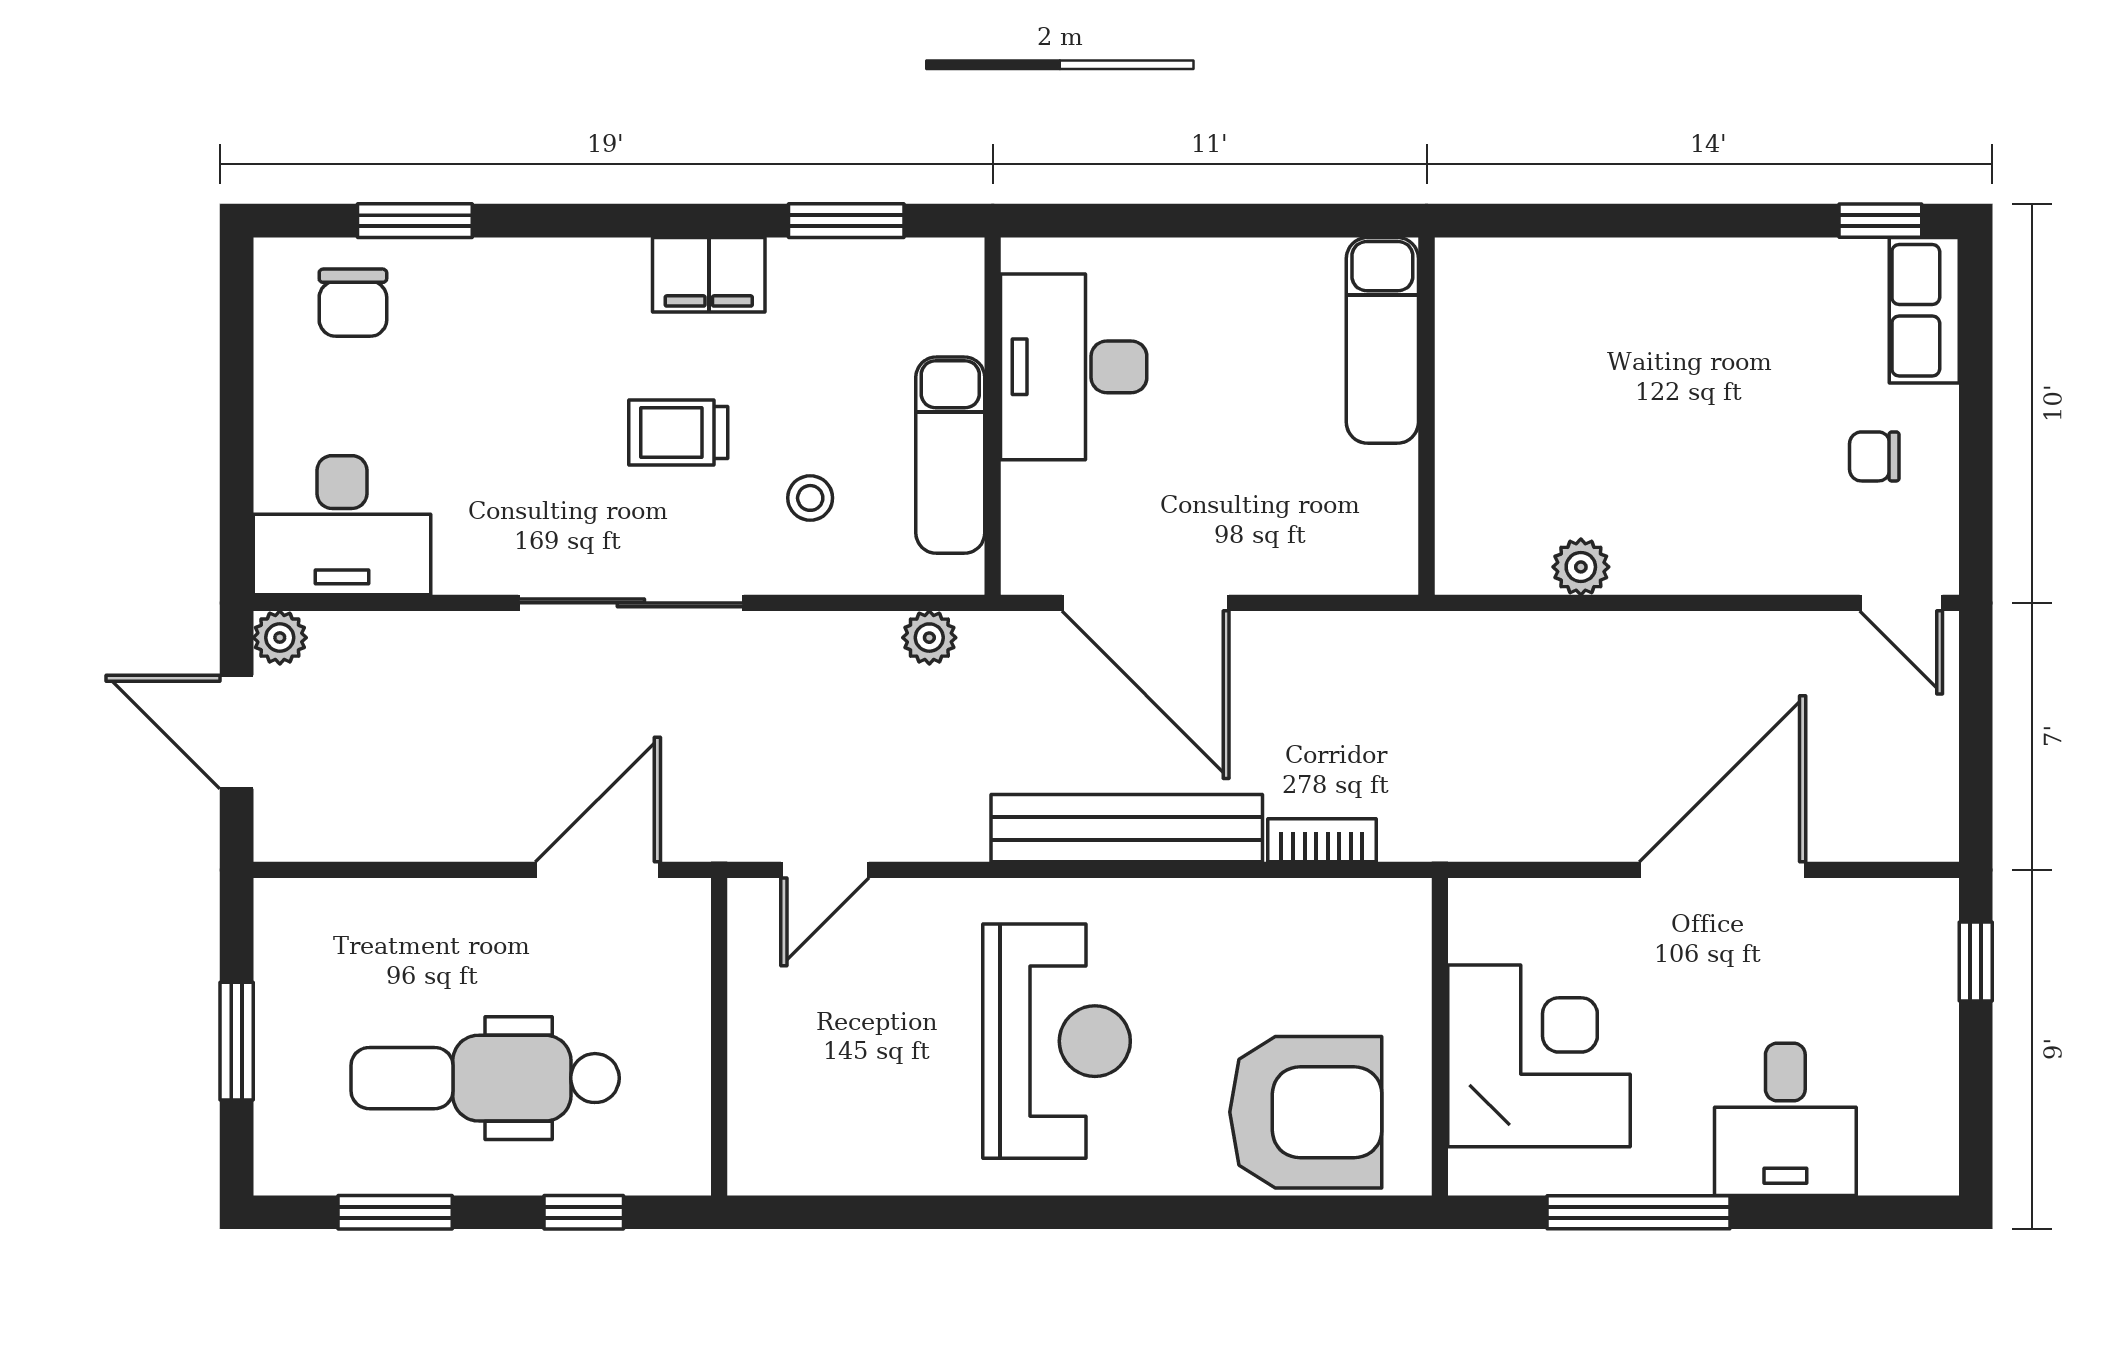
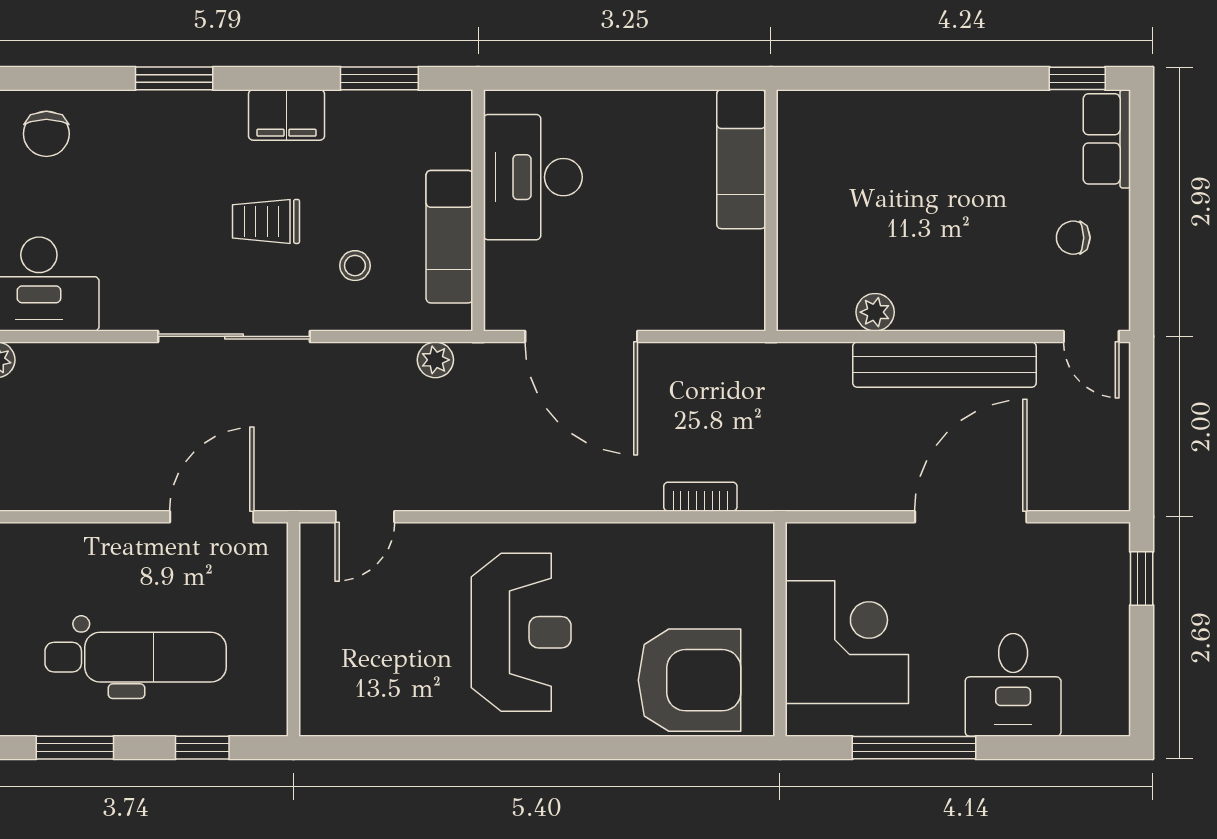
window: (415, 221) -> (174, 78), moved
bench: (1127, 828) -> (944, 365), moved
dental chair: (485, 1078) -> (136, 657), turned 180

